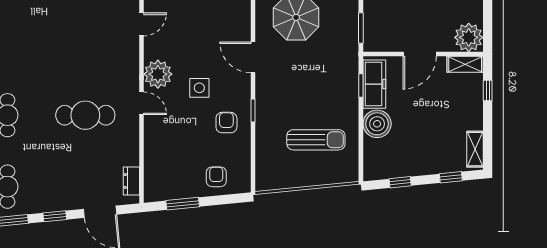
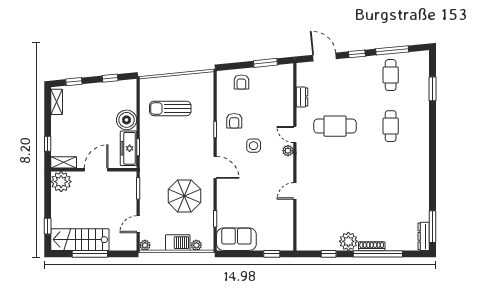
plant: (158, 74) -> (288, 151), width x0.53, depth x0.53
dresser: (131, 181) -> (302, 97), moved

